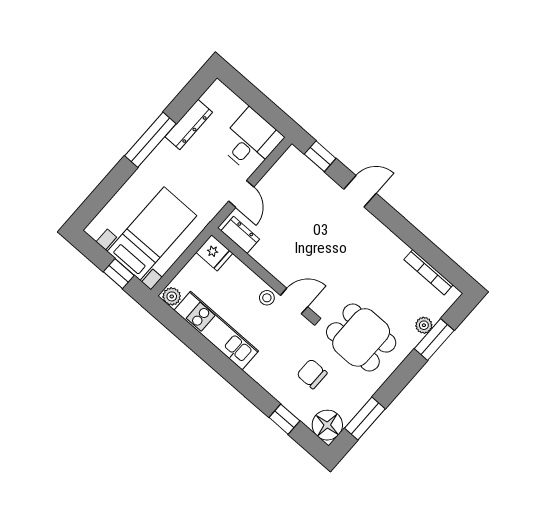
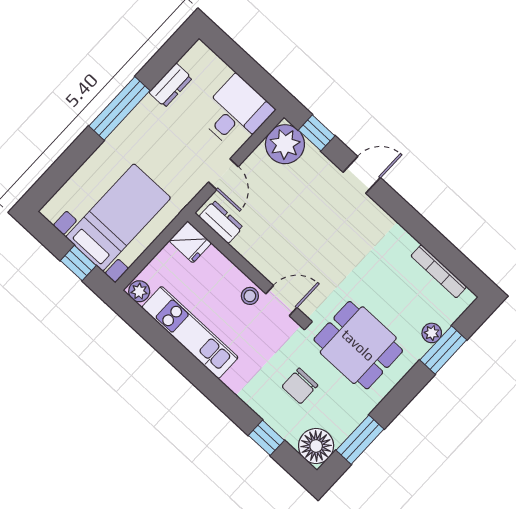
dresser: (189, 124) -> (171, 85), width x0.70
plant: (293, 167) -> (285, 144), added
chair: (312, 374) -> (300, 386), turned -90

